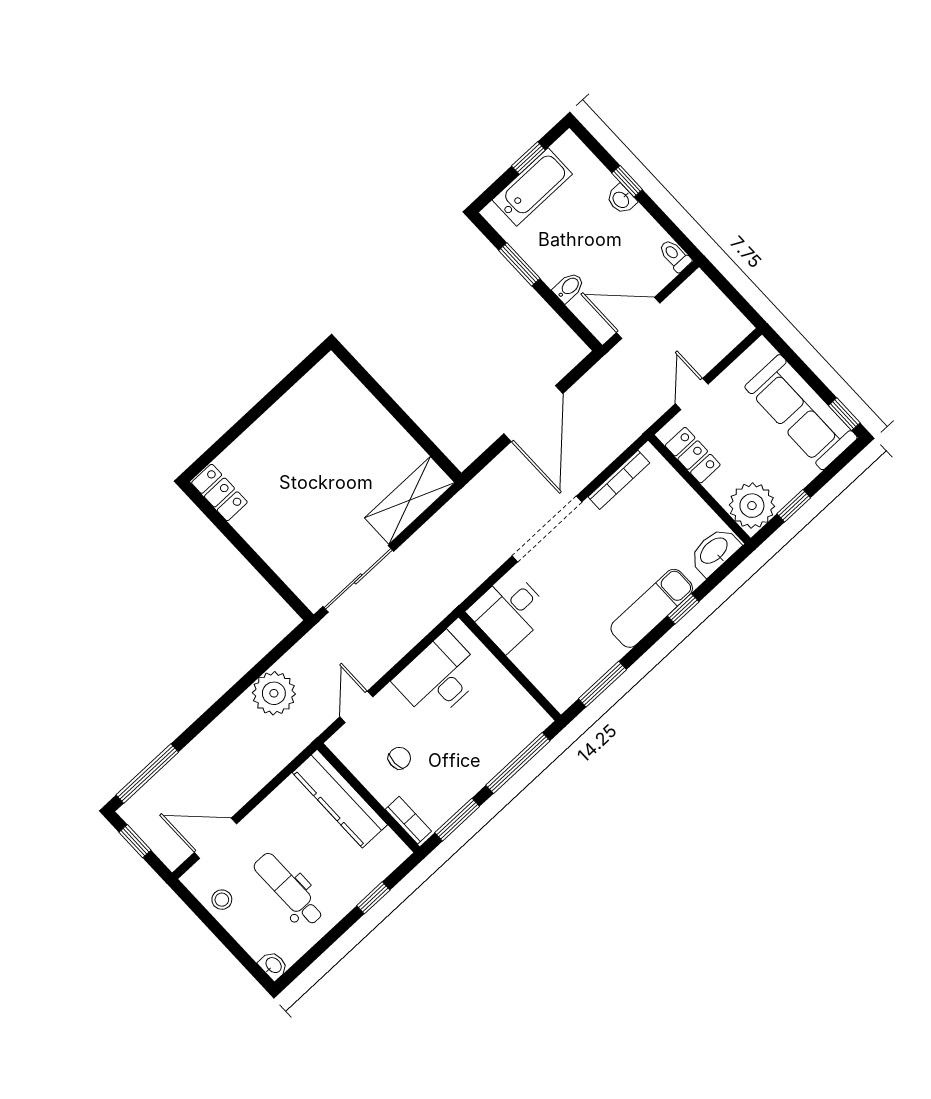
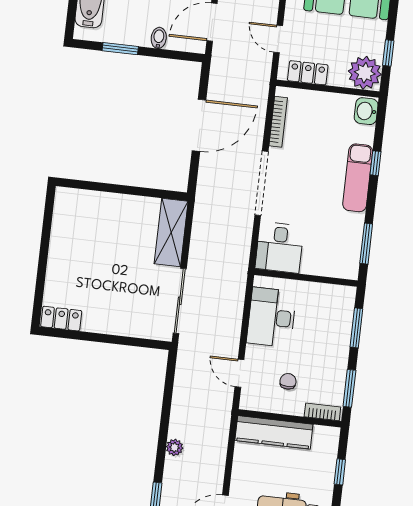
door: (533, 414) -> (199, 125), hinge flipped
washbasin: (714, 551) -> (366, 111), width x0.72
plant: (274, 693) -> (175, 447), moved, width x0.53, depth x0.53
window: (518, 763) -> (356, 328), width x0.69

